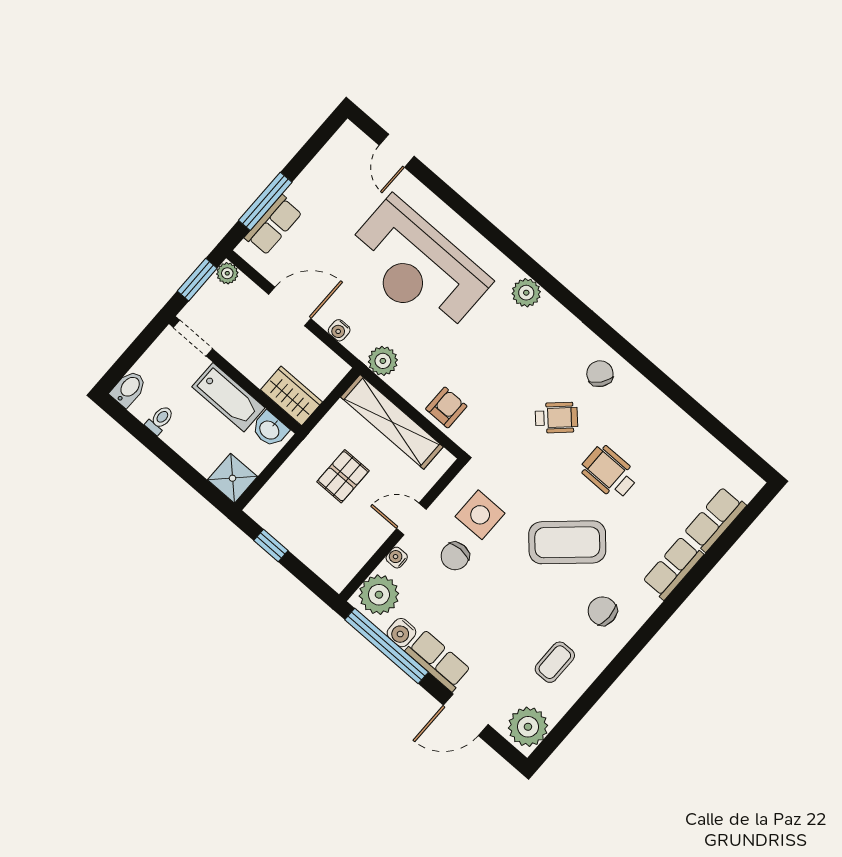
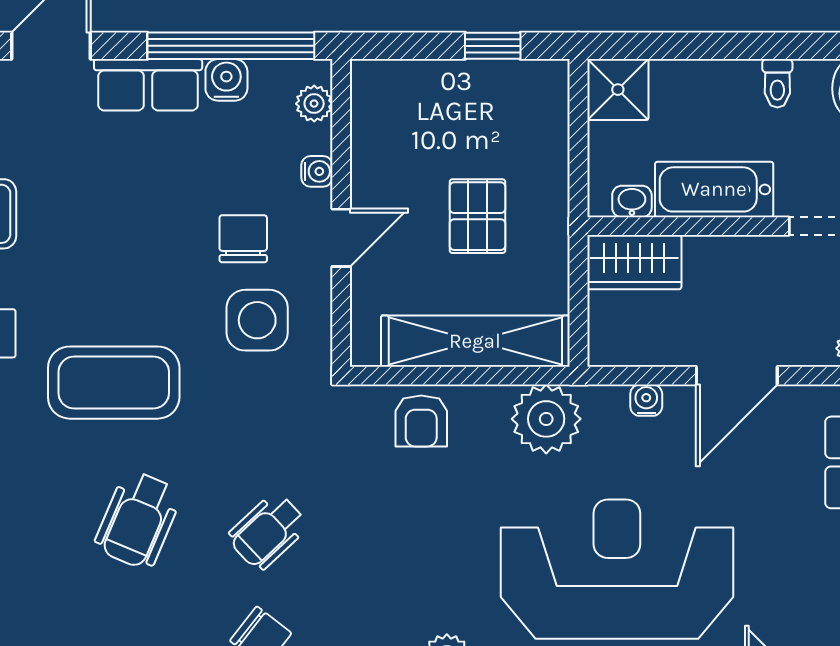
plant: (383, 361) -> (546, 419), width x1.36, depth x1.36
washbasin: (270, 429) -> (632, 201), width x0.72, depth x0.69
wheelchair: (609, 472) -> (138, 520), turned 113
coffee table: (567, 542) -> (114, 383), turned 42
plant: (379, 595) -> (314, 104), width x0.53, depth x0.53

